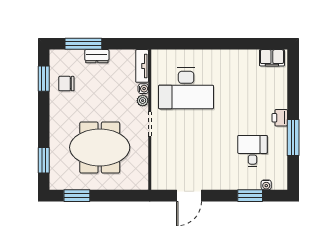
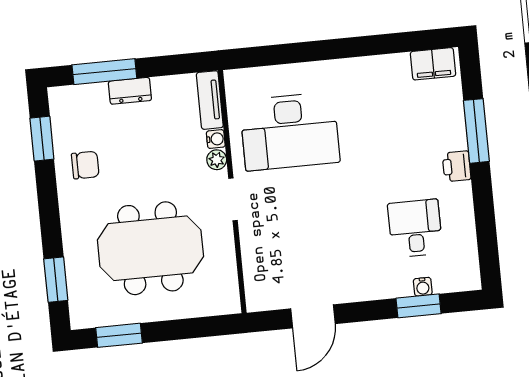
chair: (66, 84) -> (85, 165), moved, turned 180
window: (293, 137) -> (476, 131), moved
water cooler: (266, 185) -> (423, 287), moved

